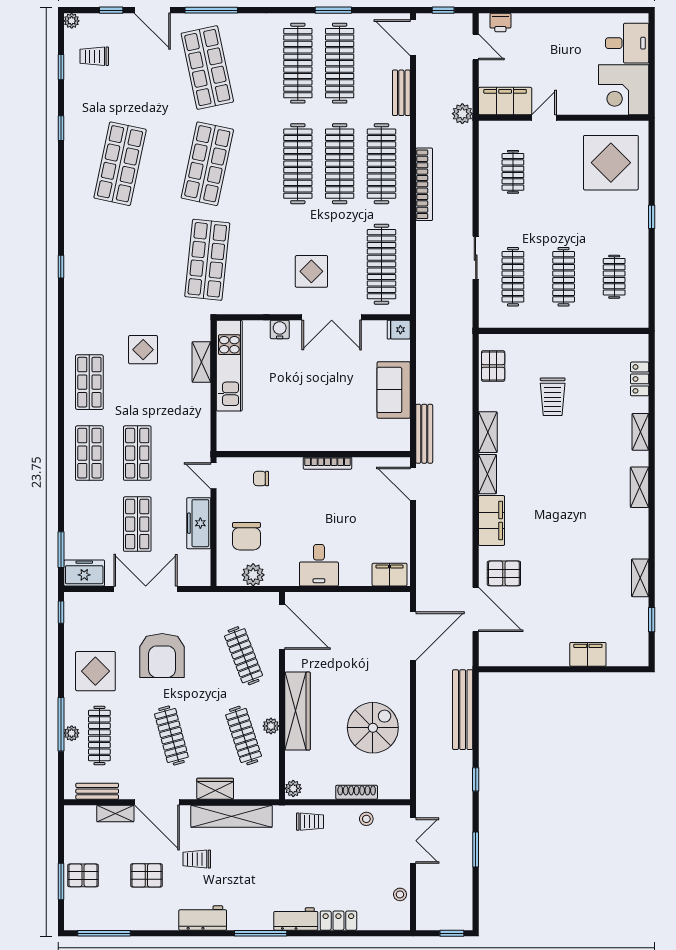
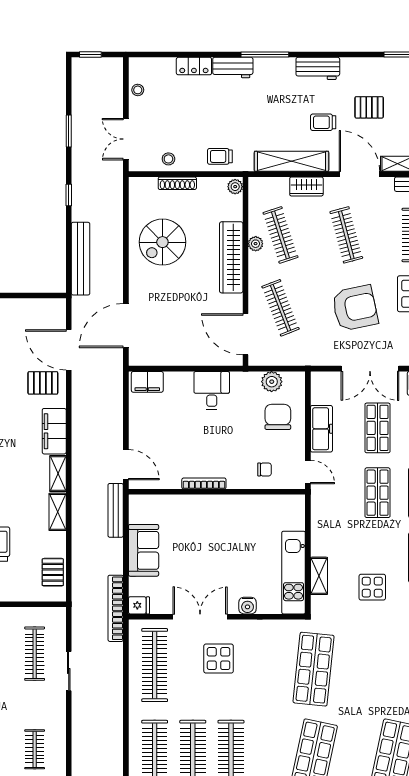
bookcase: (424, 184) -> (116, 608), moved
armchair: (162, 656) -> (355, 308), turned 78
trolley: (197, 859) -> (323, 122), turned 180

